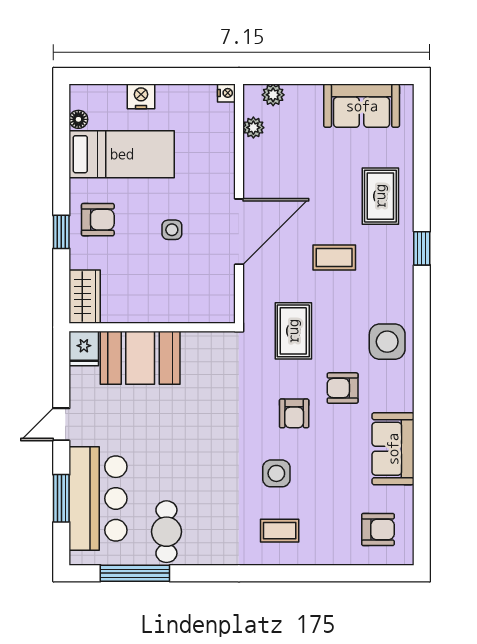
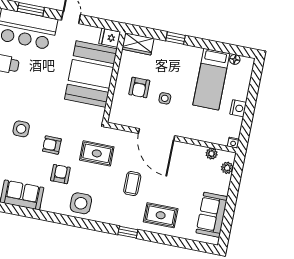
nightstand: (141, 96) -> (238, 108), moved
armchair: (98, 220) -> (139, 88), moved
booth: (140, 358) -> (91, 74), width x1.36, depth x1.42

